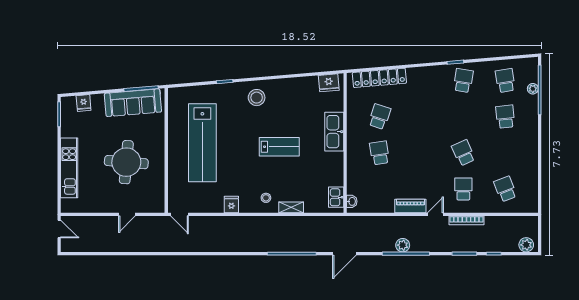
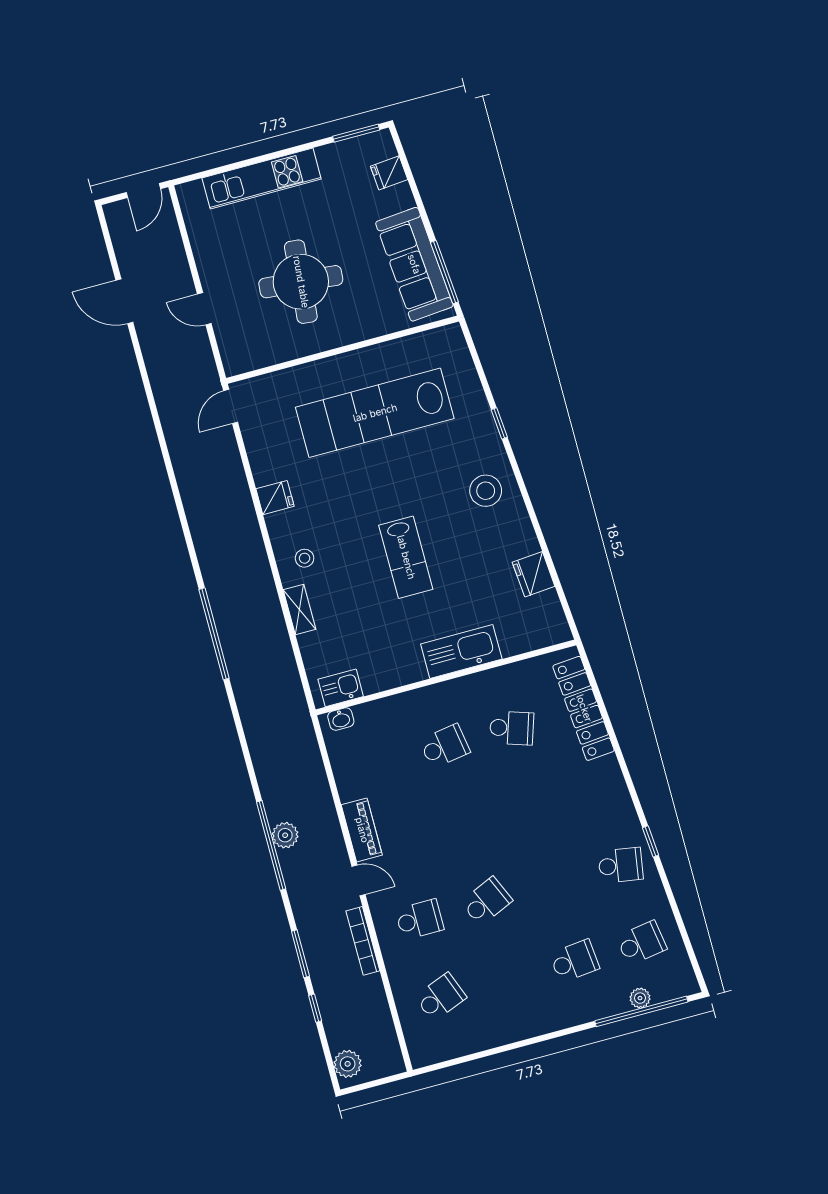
fridge: (329, 83) -> (534, 574), moved
door: (344, 254) -> (124, 301), moved

